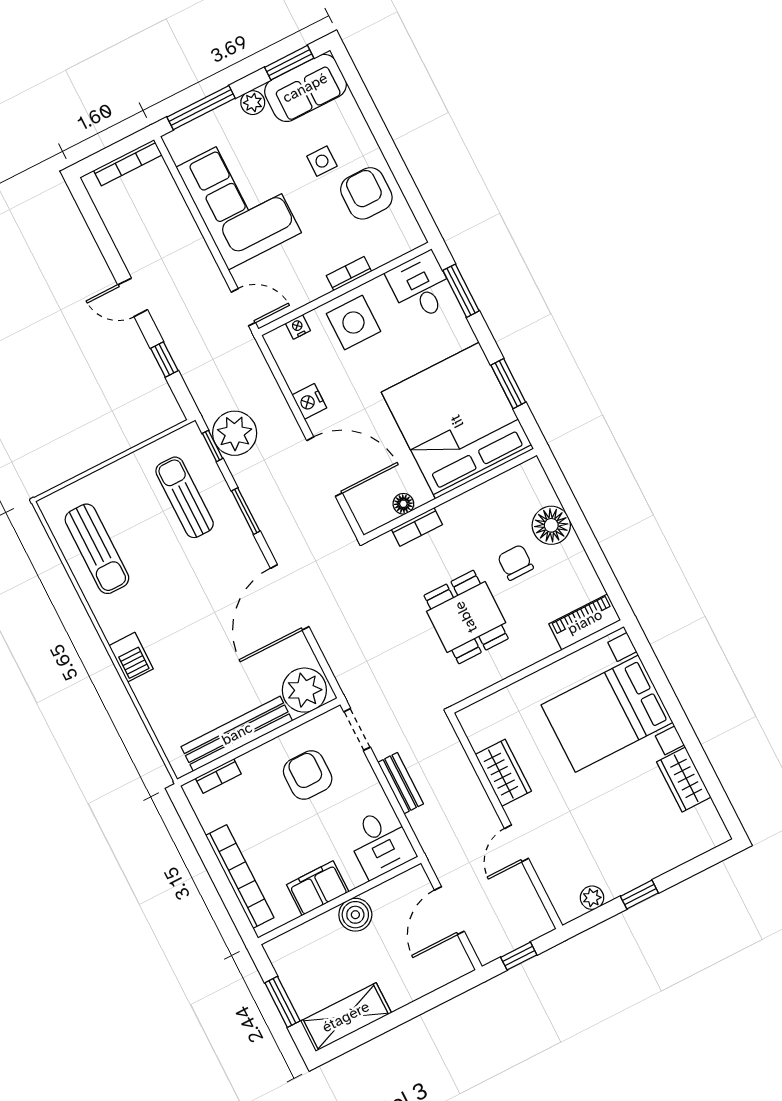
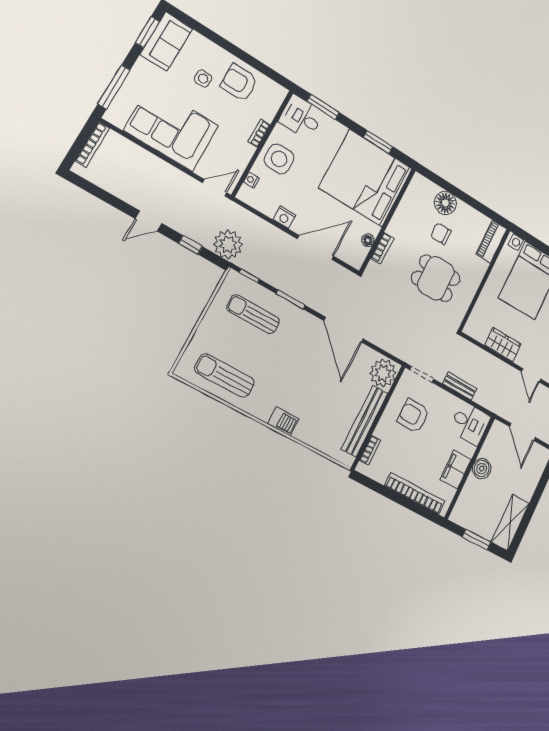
plant: (253, 103) -> (142, 67), removed
plant: (235, 433) -> (228, 244), moved
sun lounger: (97, 549) -> (225, 376), turned 180

